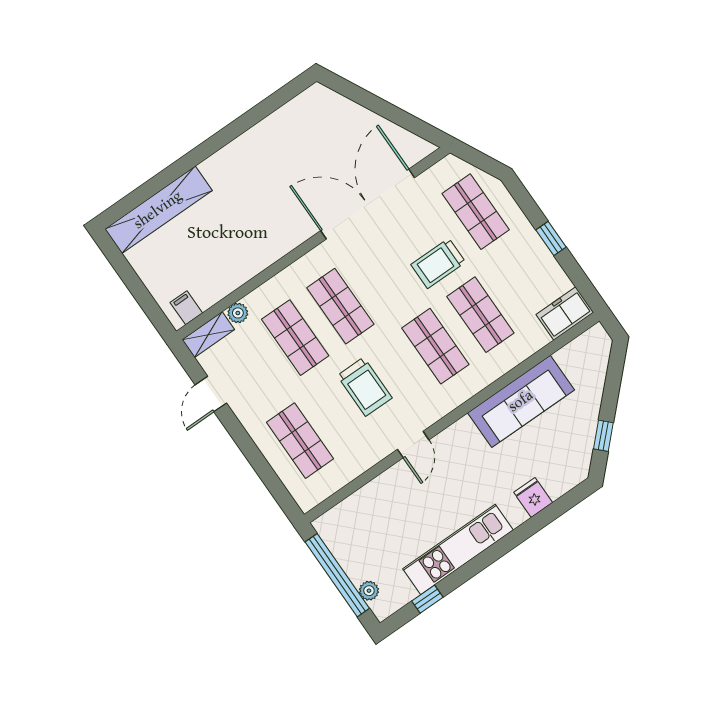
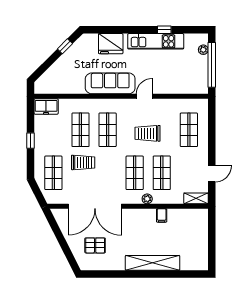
pallet: (322, 139) -> (95, 245), added
shelving: (158, 210) -> (153, 263), moved
filing cabinet: (186, 308) -> (162, 215), moved
plant: (238, 313) -> (147, 199), moved
trolley: (365, 387) -> (148, 133), turned -90
sofa: (521, 401) -> (110, 83), moved
fridge: (533, 497) -> (111, 44), width x1.88, depth x1.34
window: (427, 599) -> (164, 30), moved

